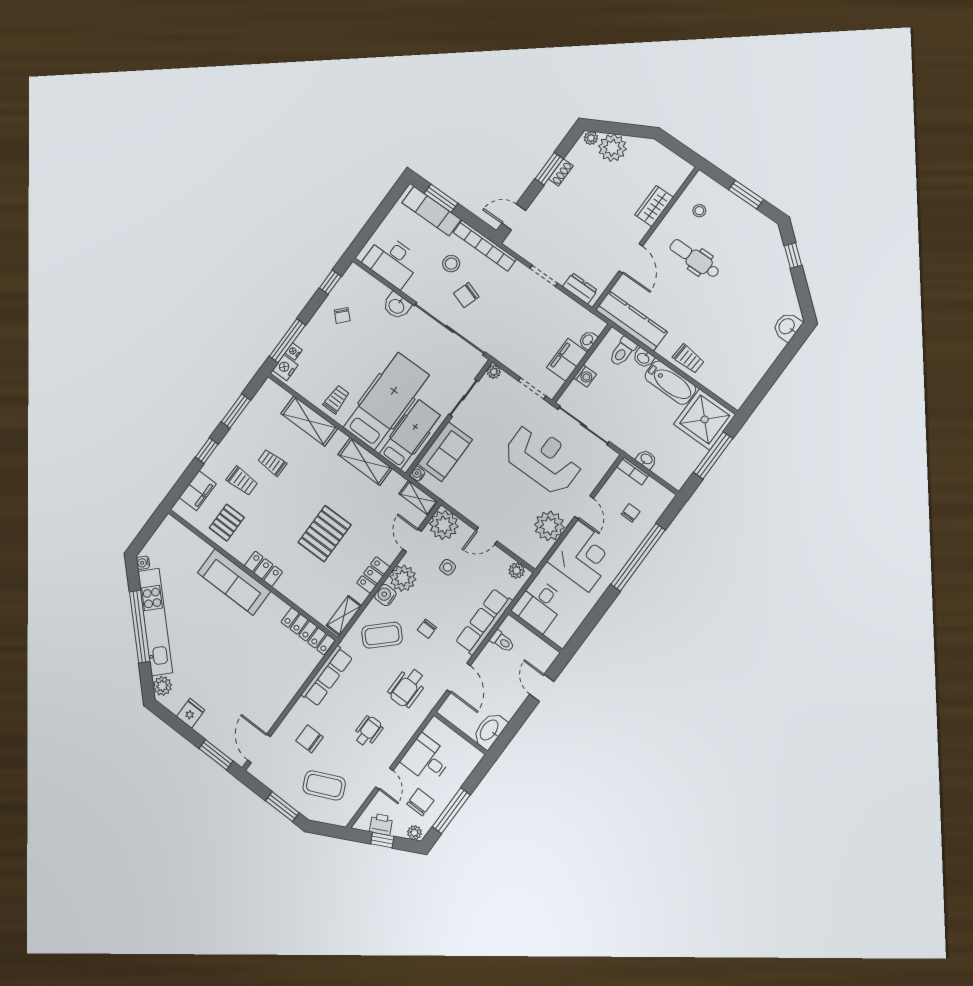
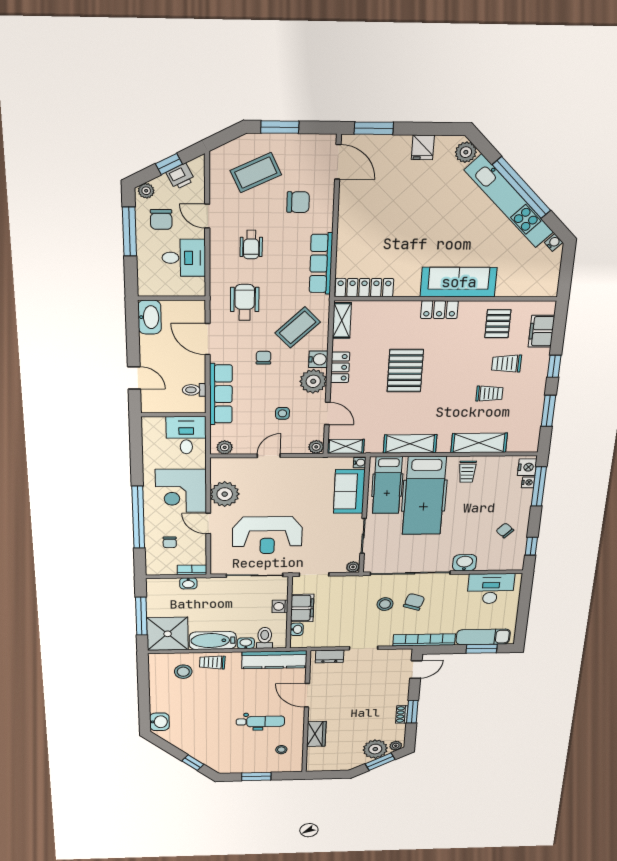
window: (618, 129) -> (380, 762), added
stool: (451, 264) -> (385, 604), moved
stool: (722, 368) -> (183, 672), added
plant: (444, 525) -> (316, 447), width x0.53, depth x0.53

